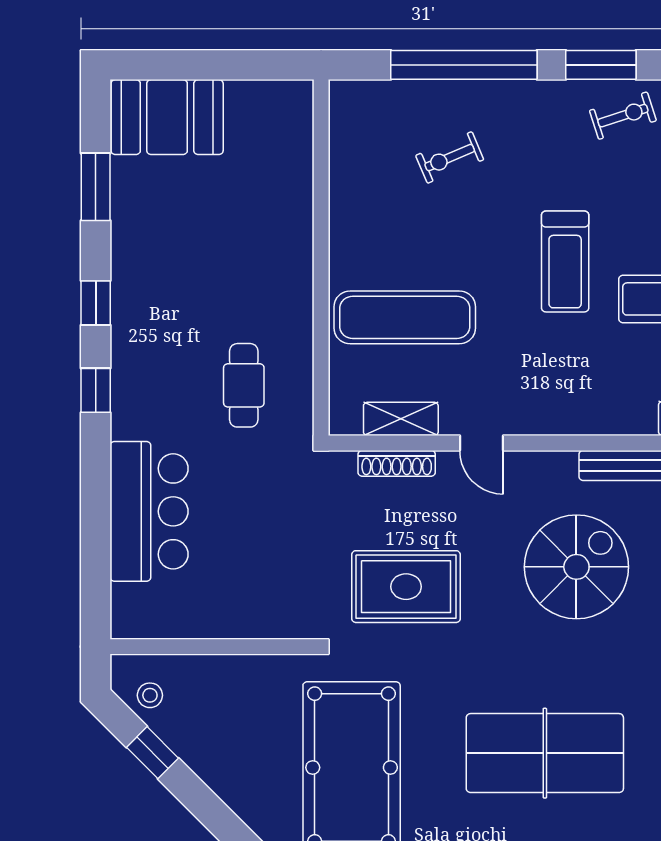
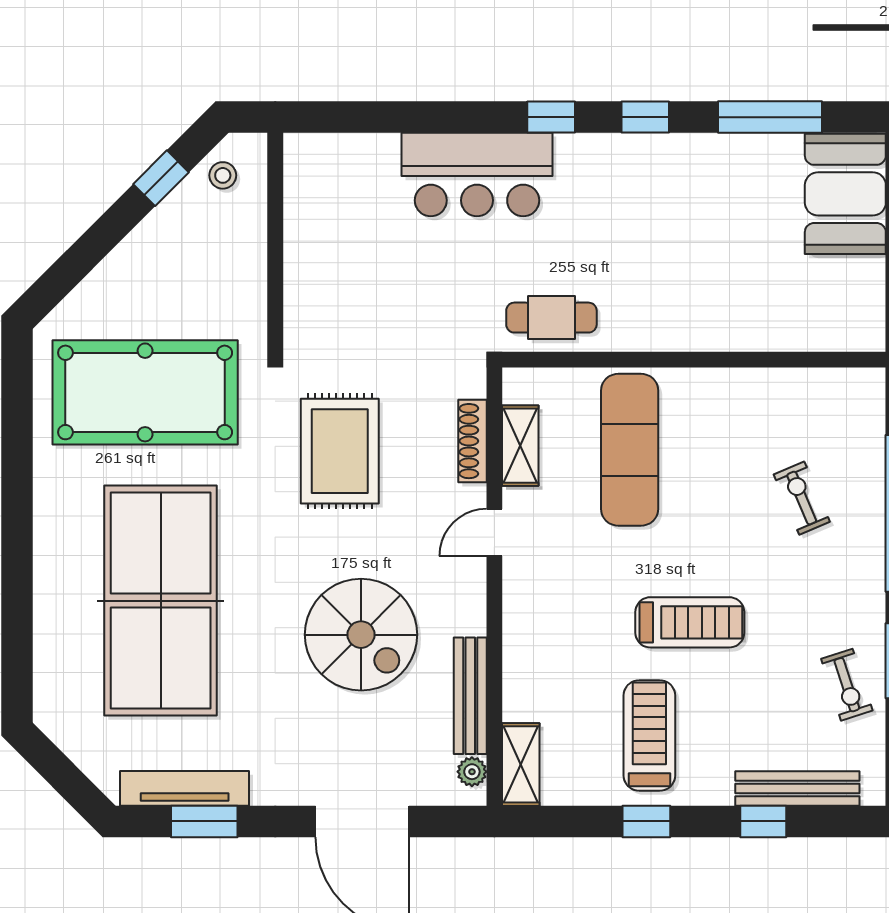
window: (96, 187) -> (770, 117), width x1.44
treadmill: (565, 261) -> (690, 622), turned 180
cafe table: (244, 385) -> (551, 318), moved
bar counter: (149, 511) -> (477, 175), moved
table tennis table: (545, 753) -> (161, 601), width x1.36, depth x1.32

